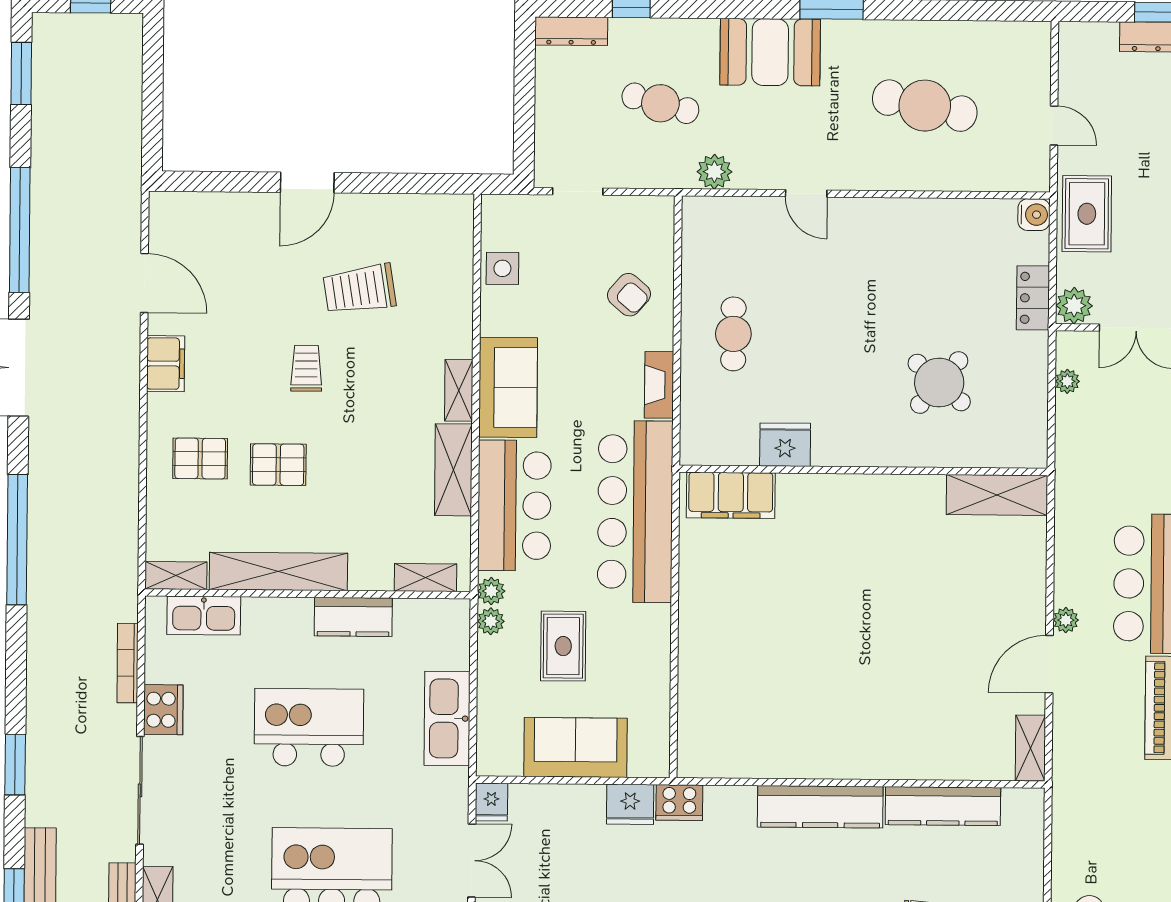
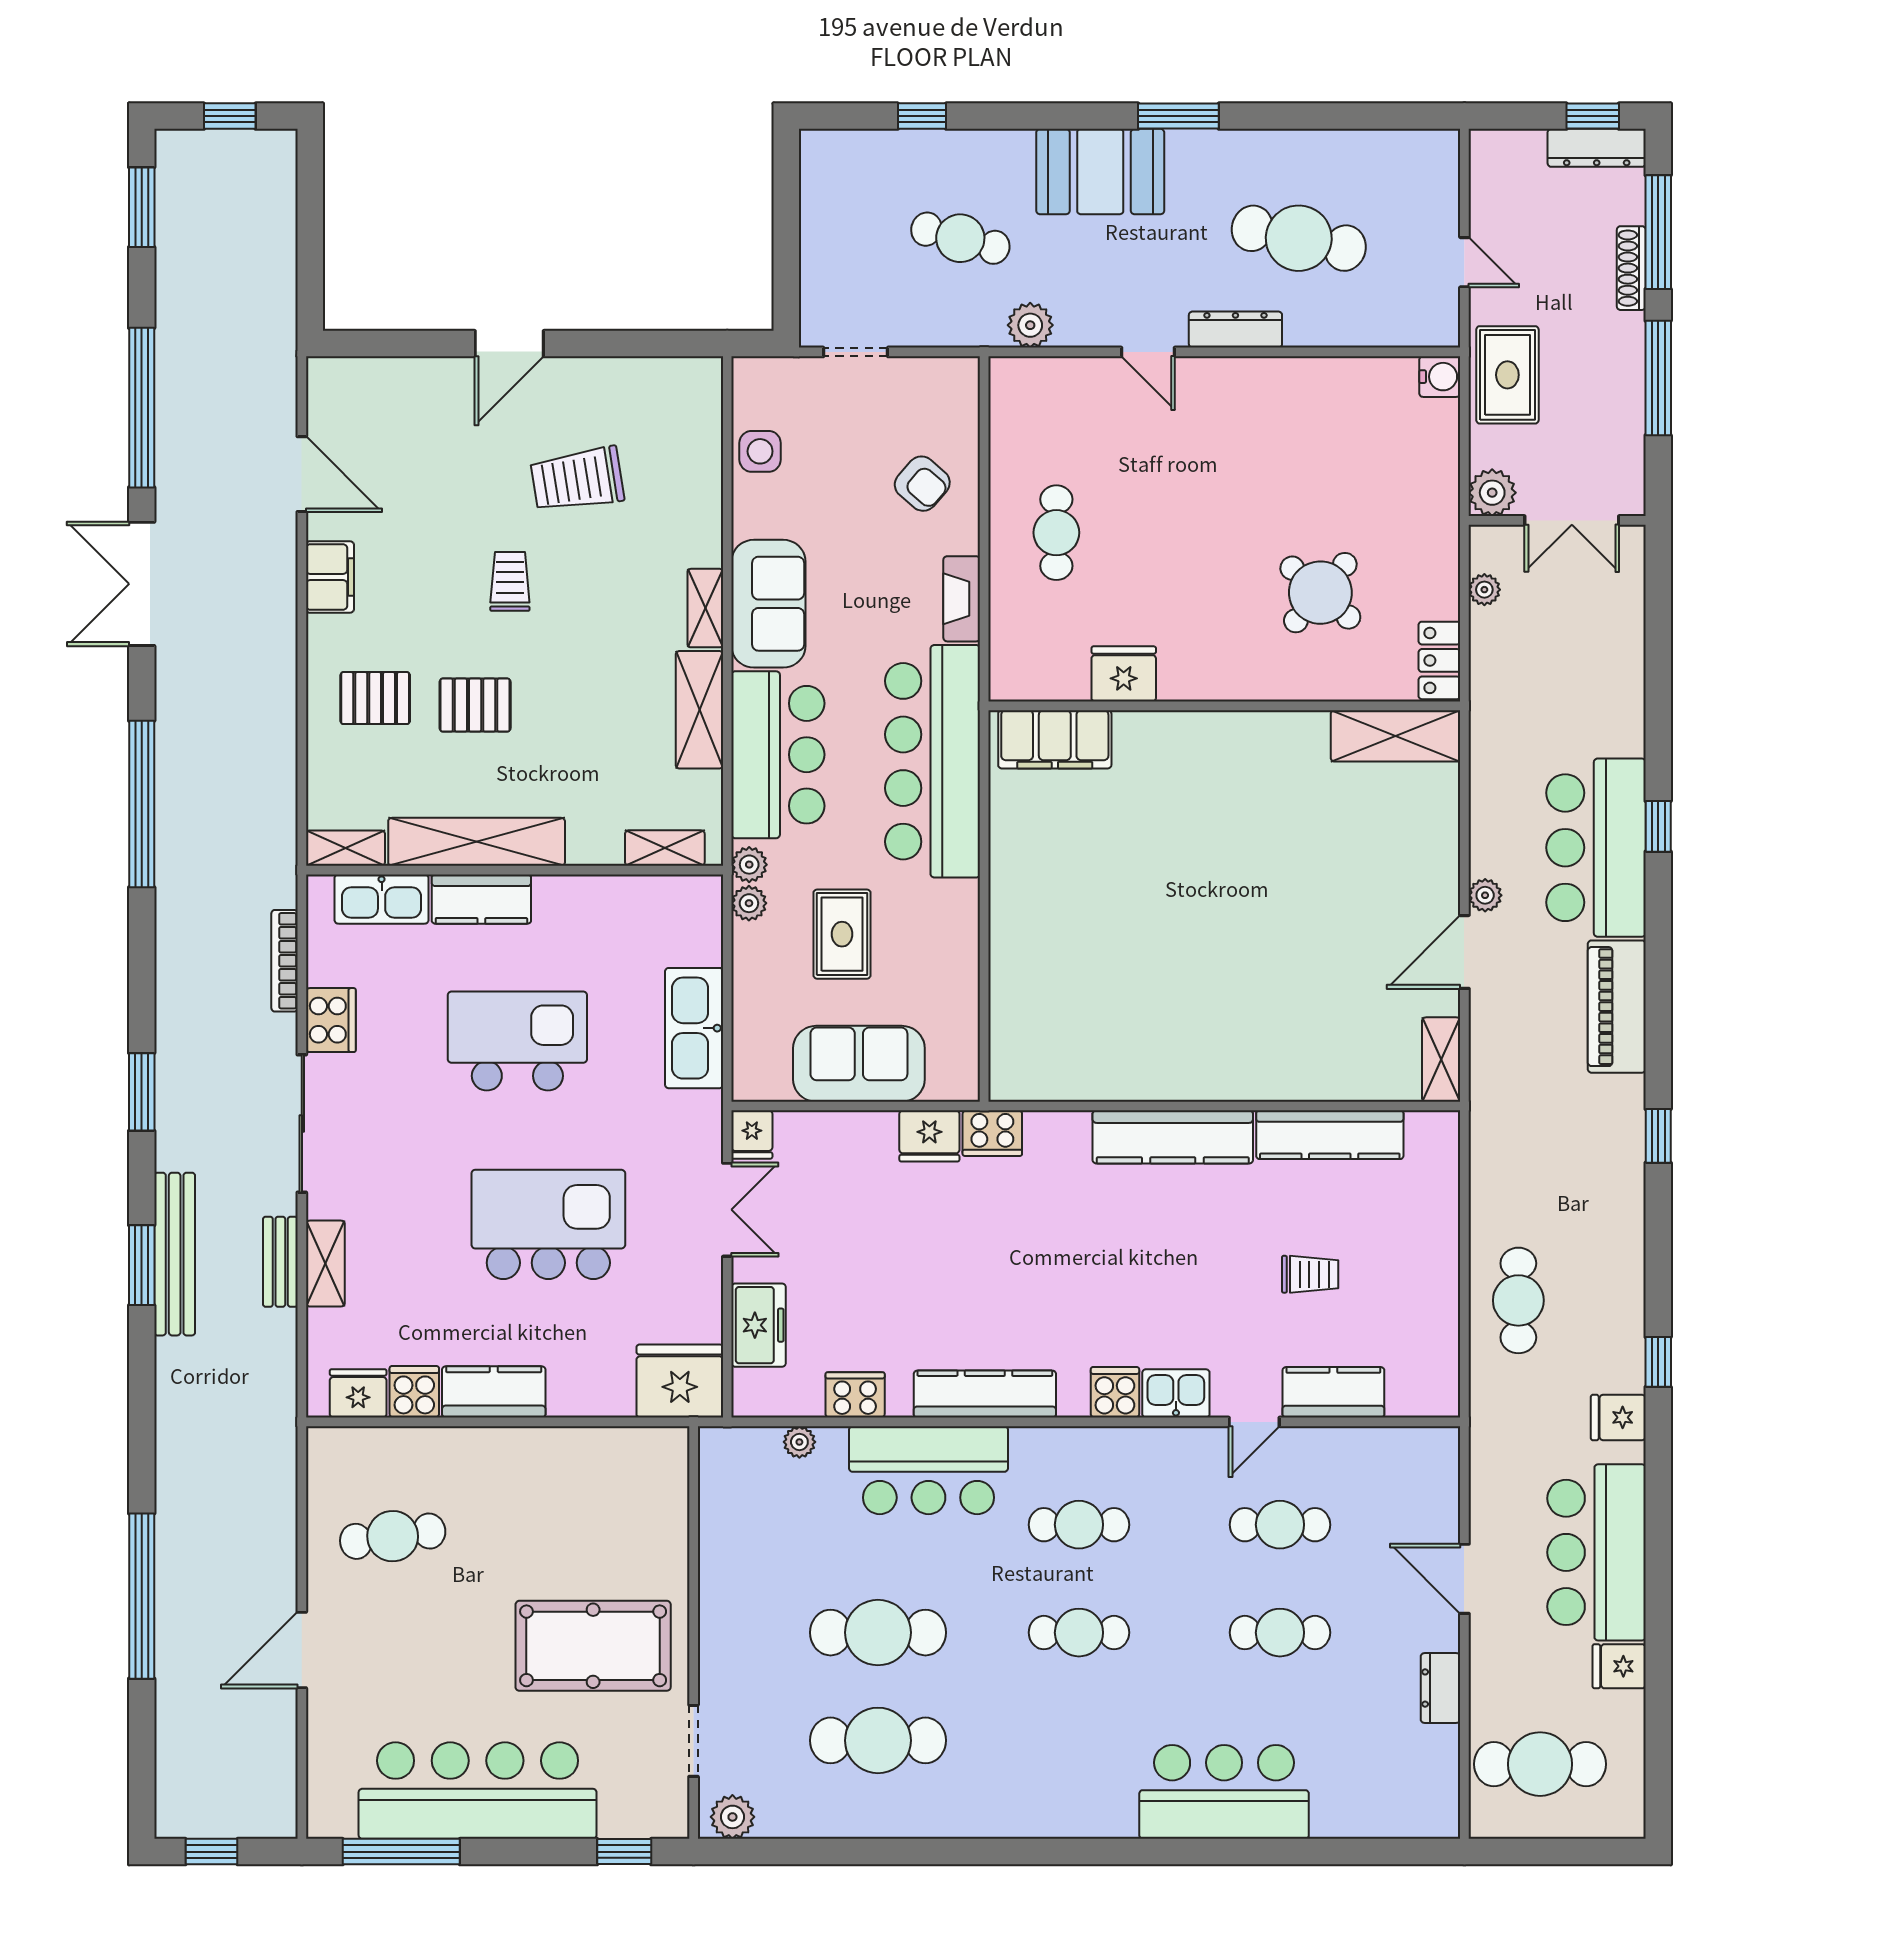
dresser: (571, 31) -> (1235, 330), moved, turned 180
locker: (1033, 298) -> (1439, 660), moved
kitchen counter: (353, 617) -> (481, 899), moved

